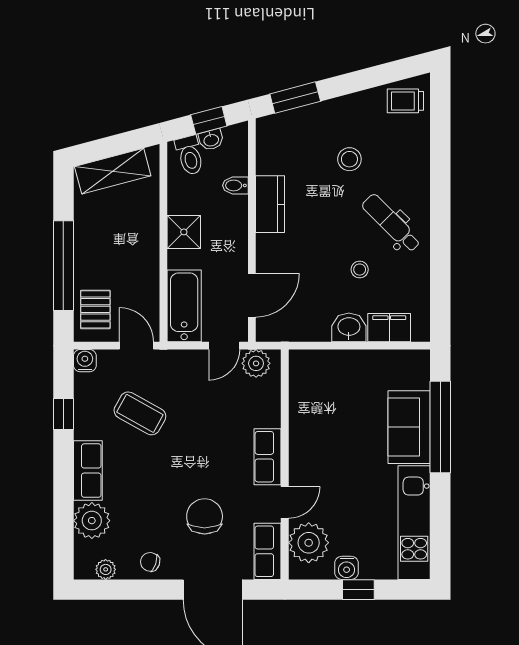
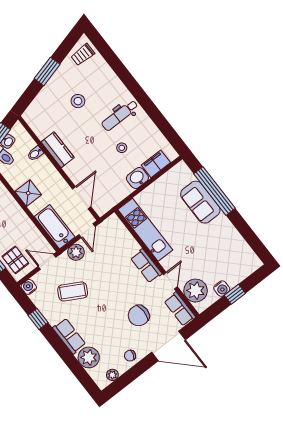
window: (295, 98) -> (47, 71), moved
dental chair: (391, 223) -> (120, 115), turned -45
plant: (256, 363) -> (76, 252), moved
chair: (205, 516) -> (139, 316), turned -90
kitchen unit: (414, 523) -> (145, 230), moved, turned 180

